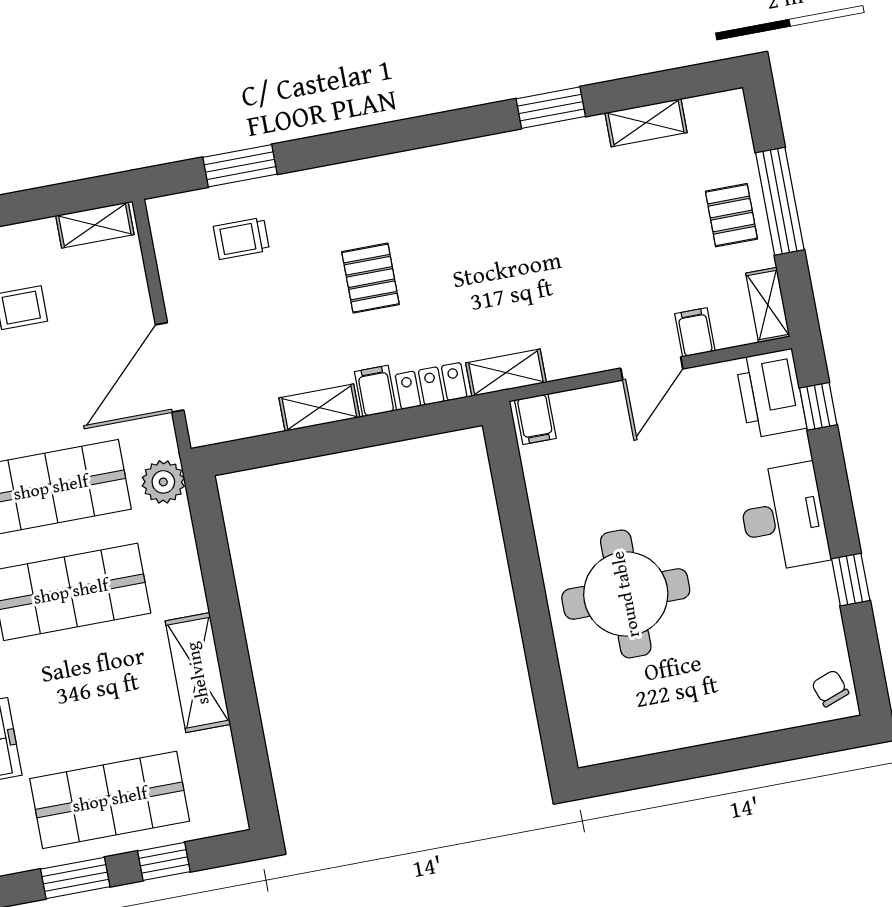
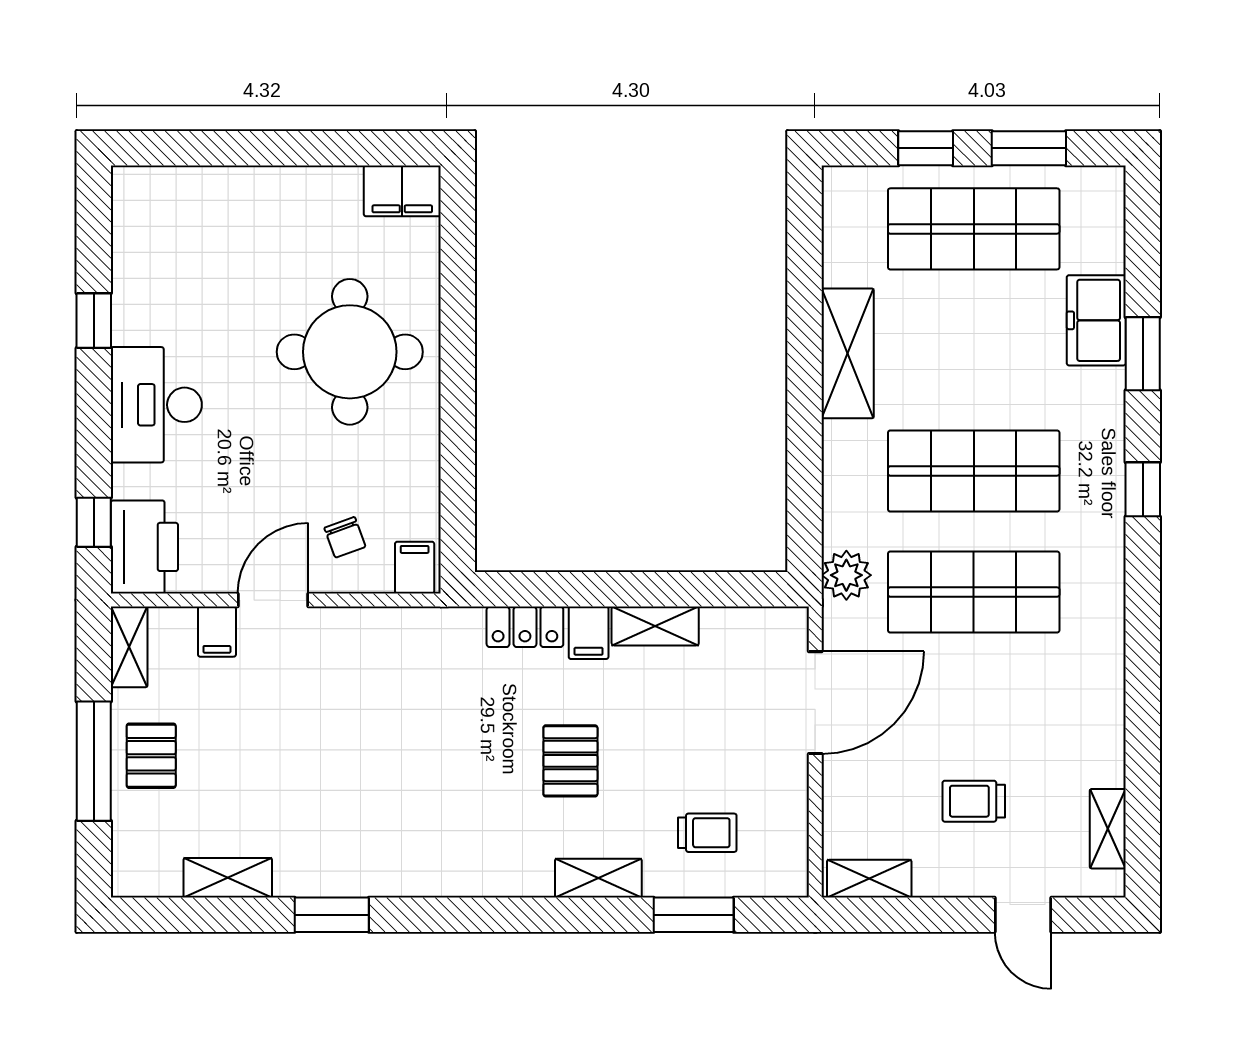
shelving: (506, 373) -> (598, 878), moved
chair: (830, 688) -> (345, 537), moved
filing cabinet: (607, 741) -> (402, 191), added

